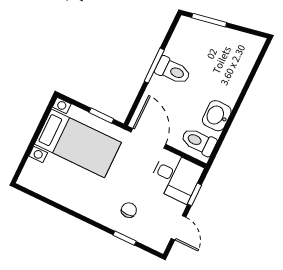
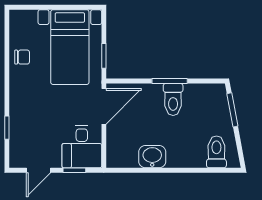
toilet: (199, 142) -> (216, 152), moved
chair: (129, 210) -> (22, 57), moved

